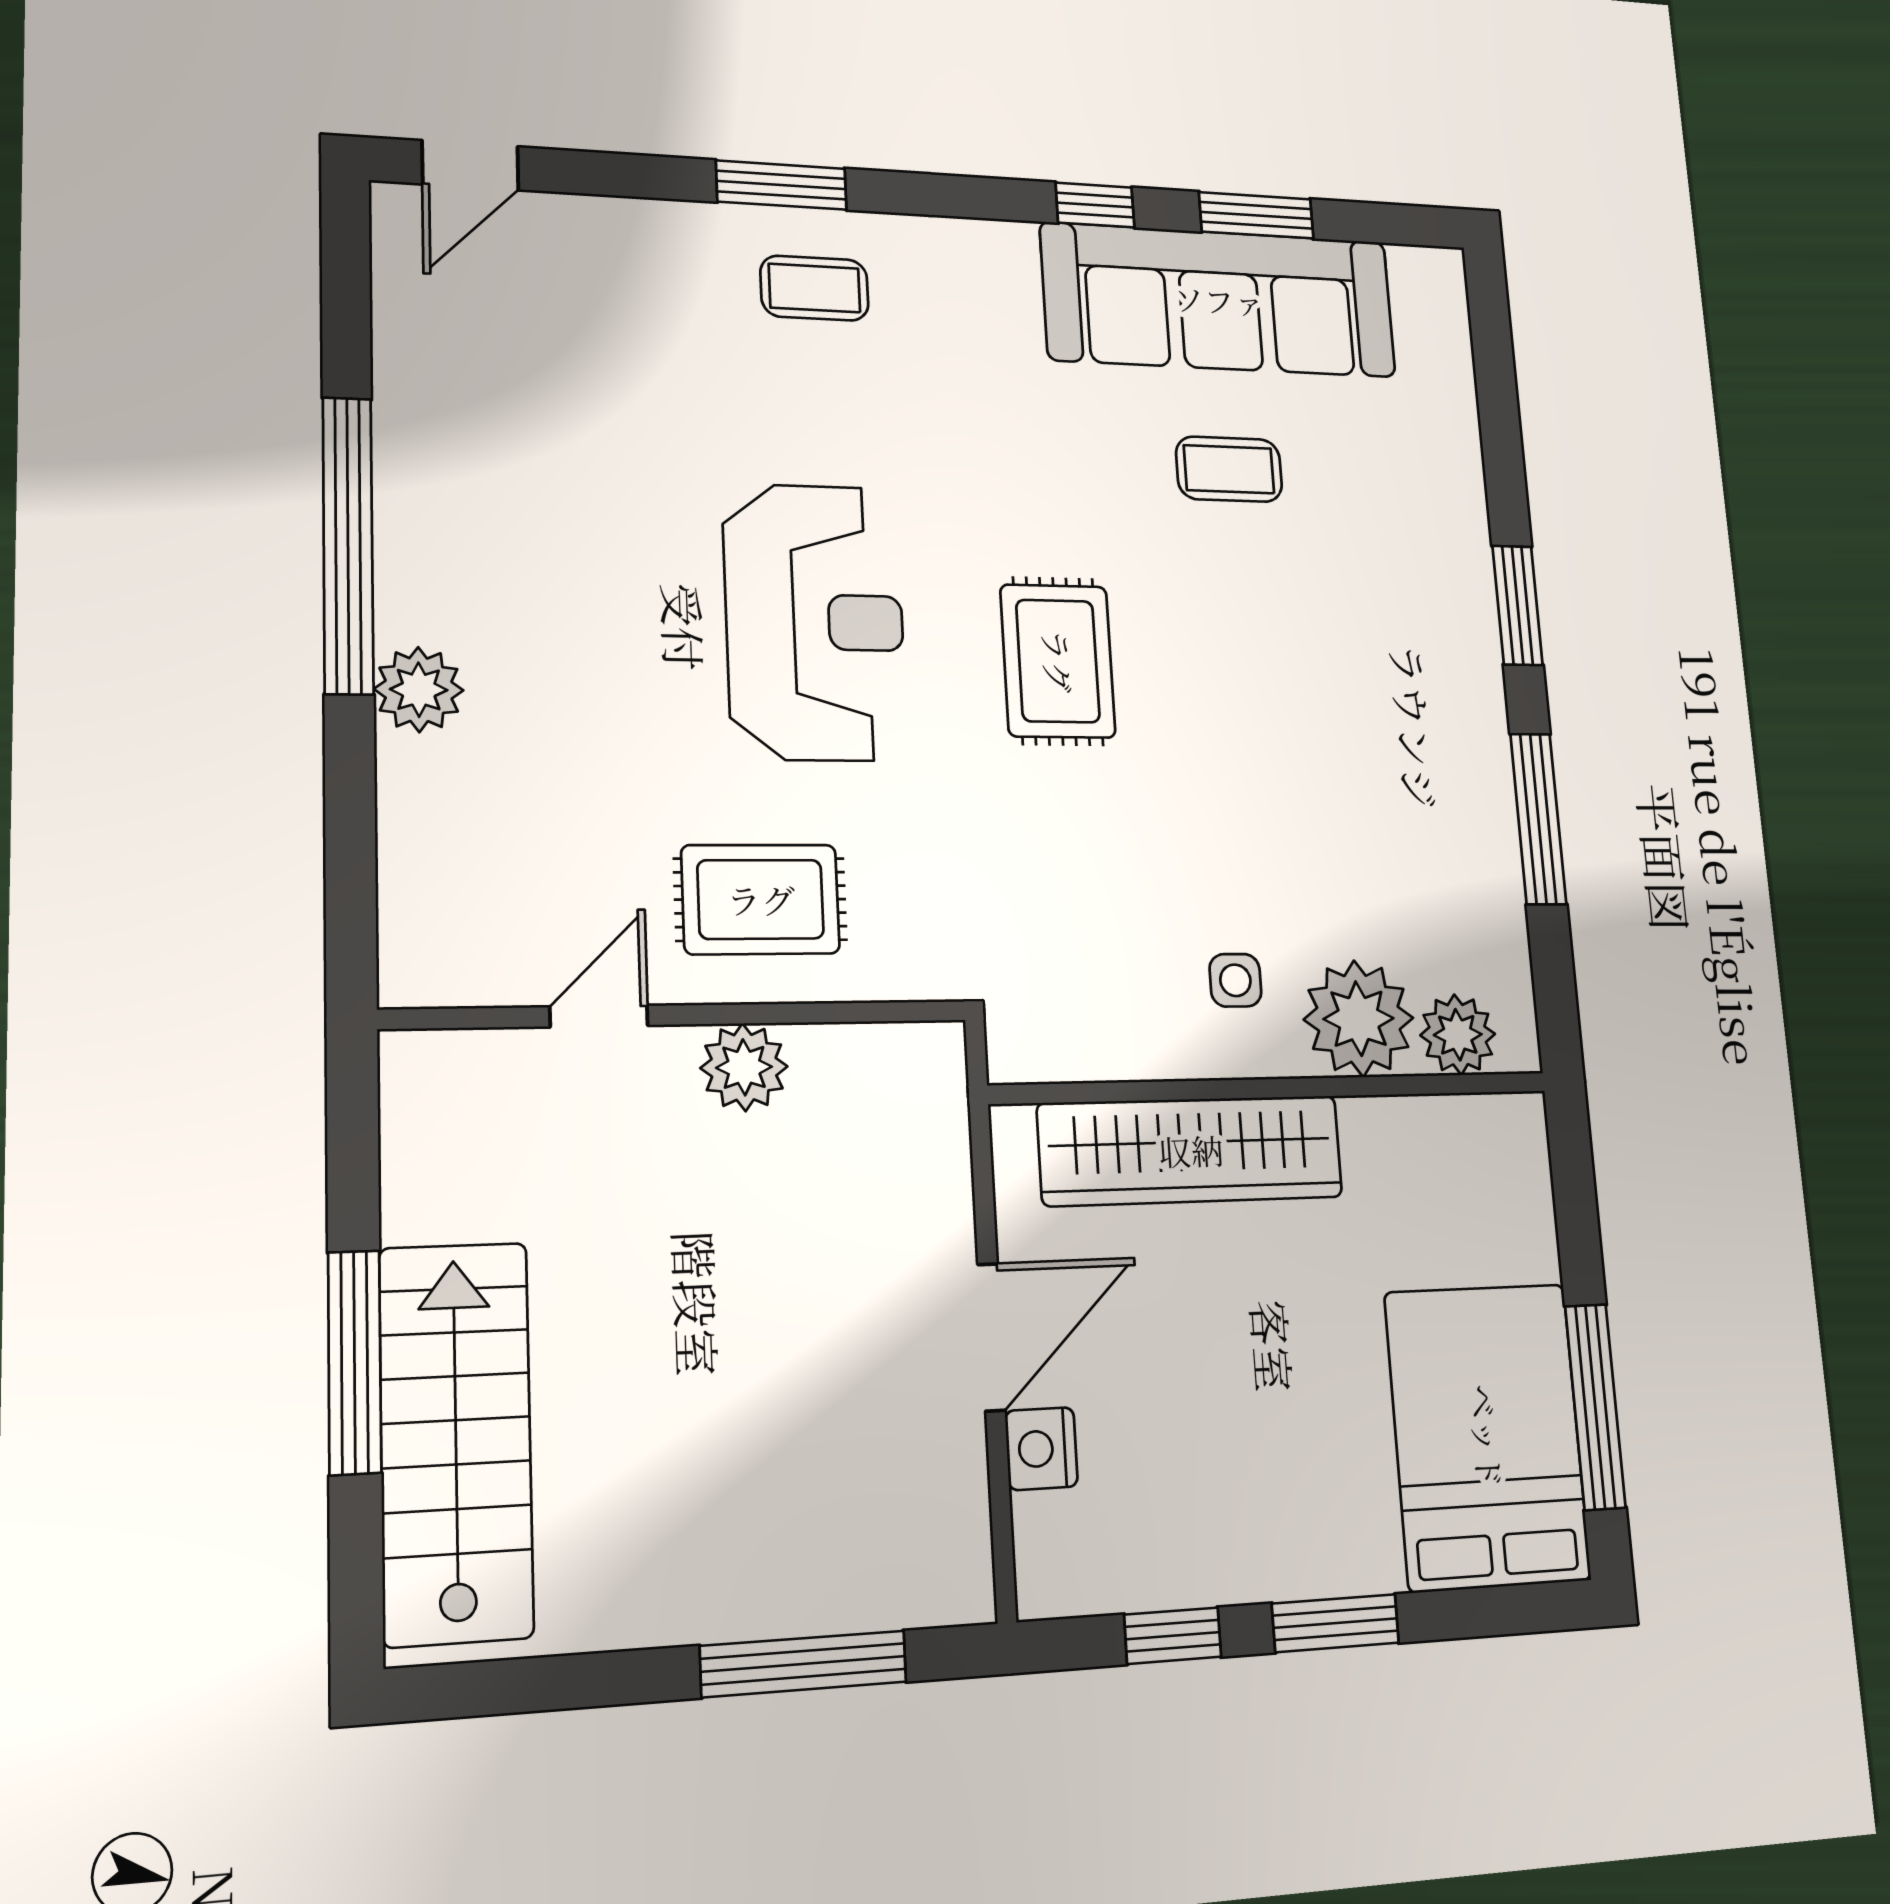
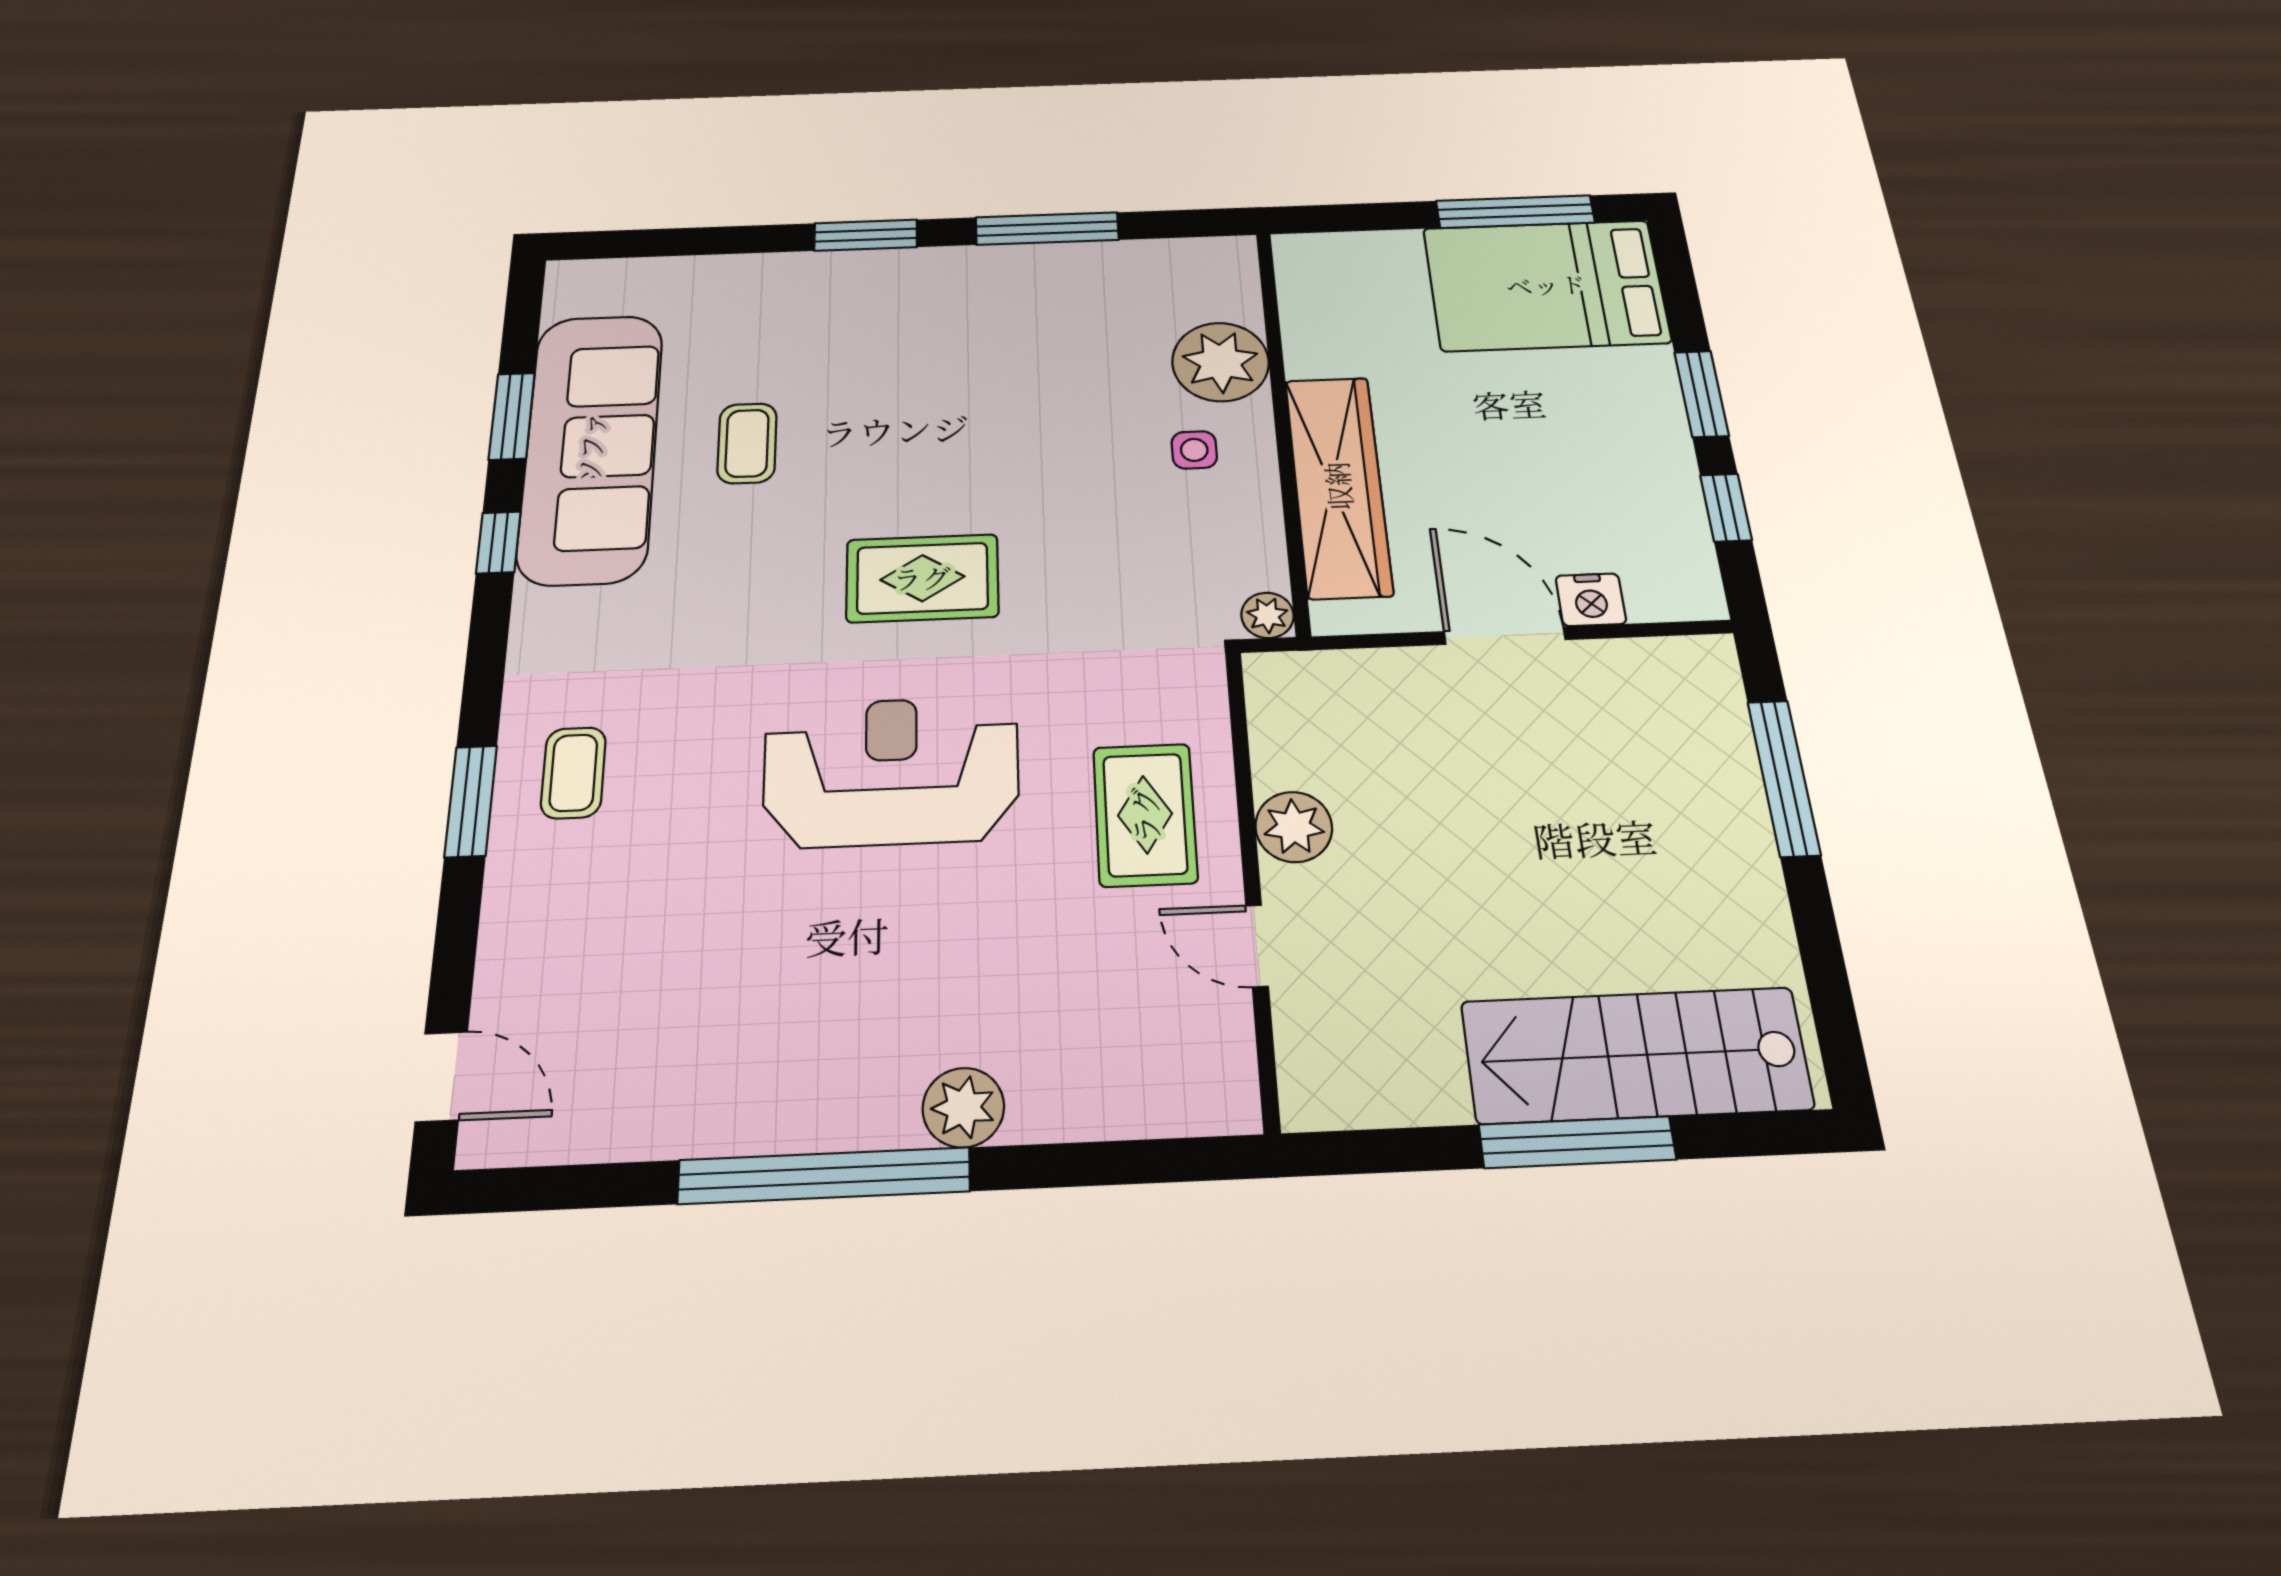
plant: (1458, 1035) -> (1267, 615), moved, width x0.73, depth x0.73

